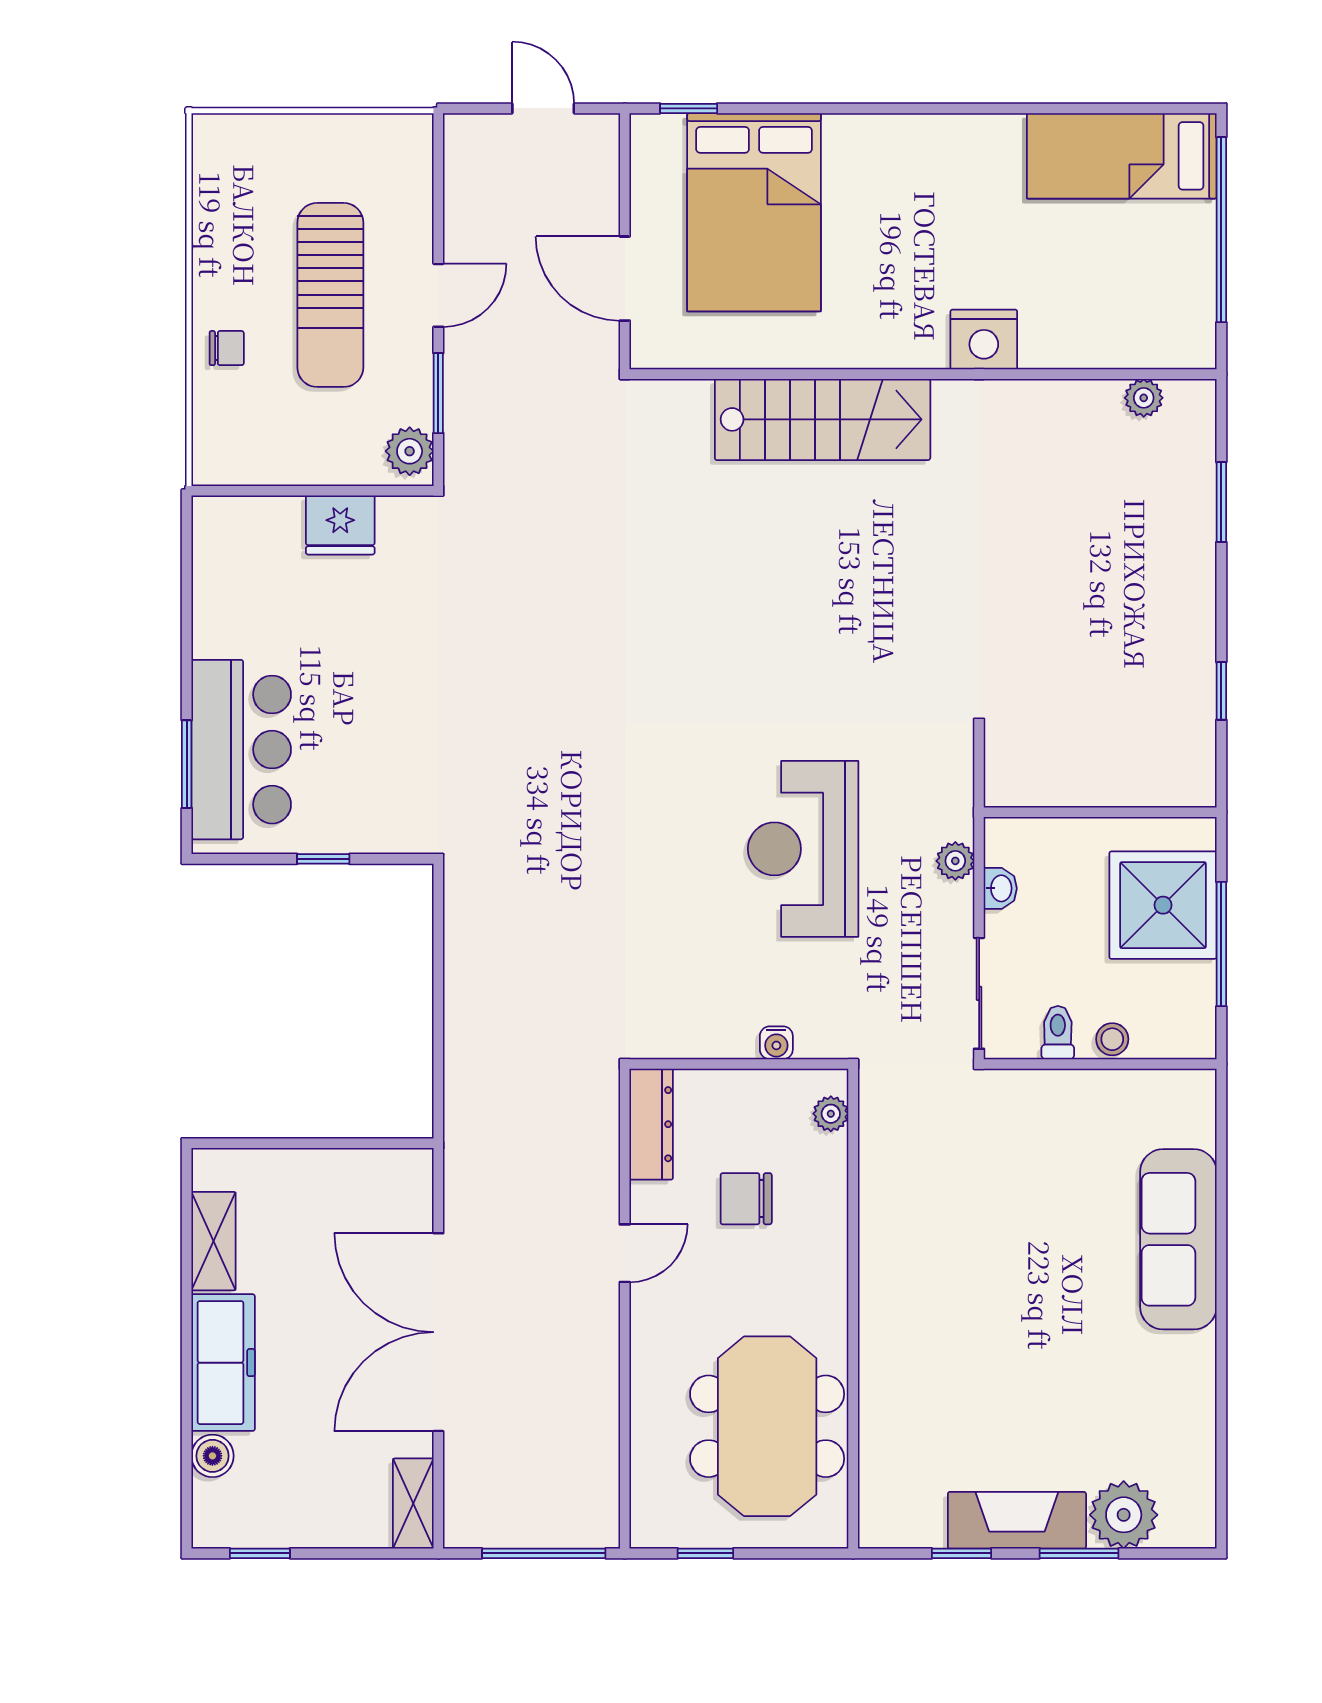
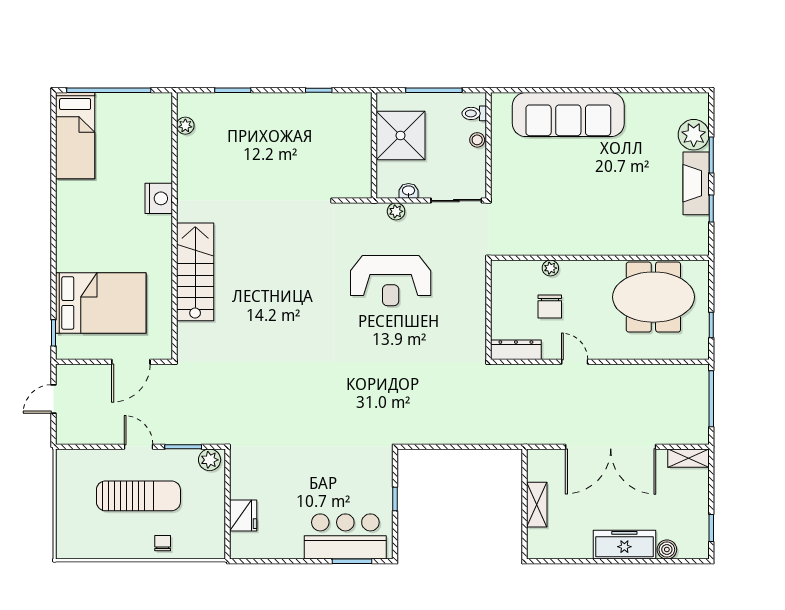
fridge: (340, 525) -> (243, 515), moved
shower: (1163, 905) -> (400, 135), moved
toilet: (1058, 1033) -> (474, 113), moved
water cooler: (776, 1043) -> (479, 293), removed
plant: (831, 1114) -> (550, 268), moved
sofa: (1178, 1239) -> (568, 115), width x1.36, depth x1.27
shelving: (213, 1241) -> (537, 505), moved, turned 90

